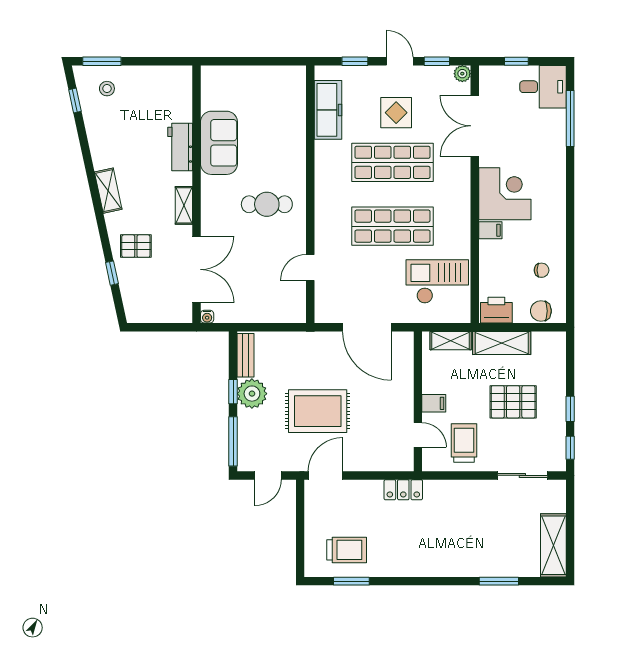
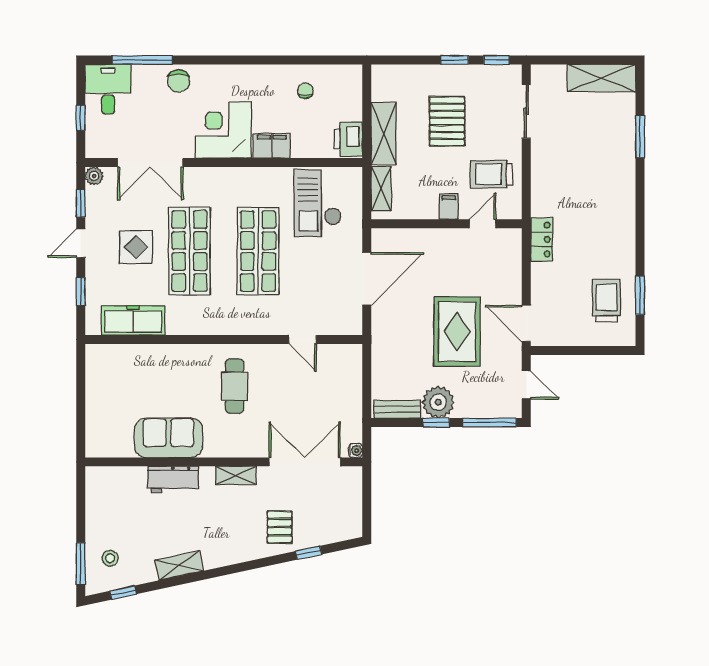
shelving: (108, 191) -> (179, 566), moved
filing cabinet: (490, 230) -> (272, 146), width x2.00
chair: (541, 311) -> (179, 81), moved

